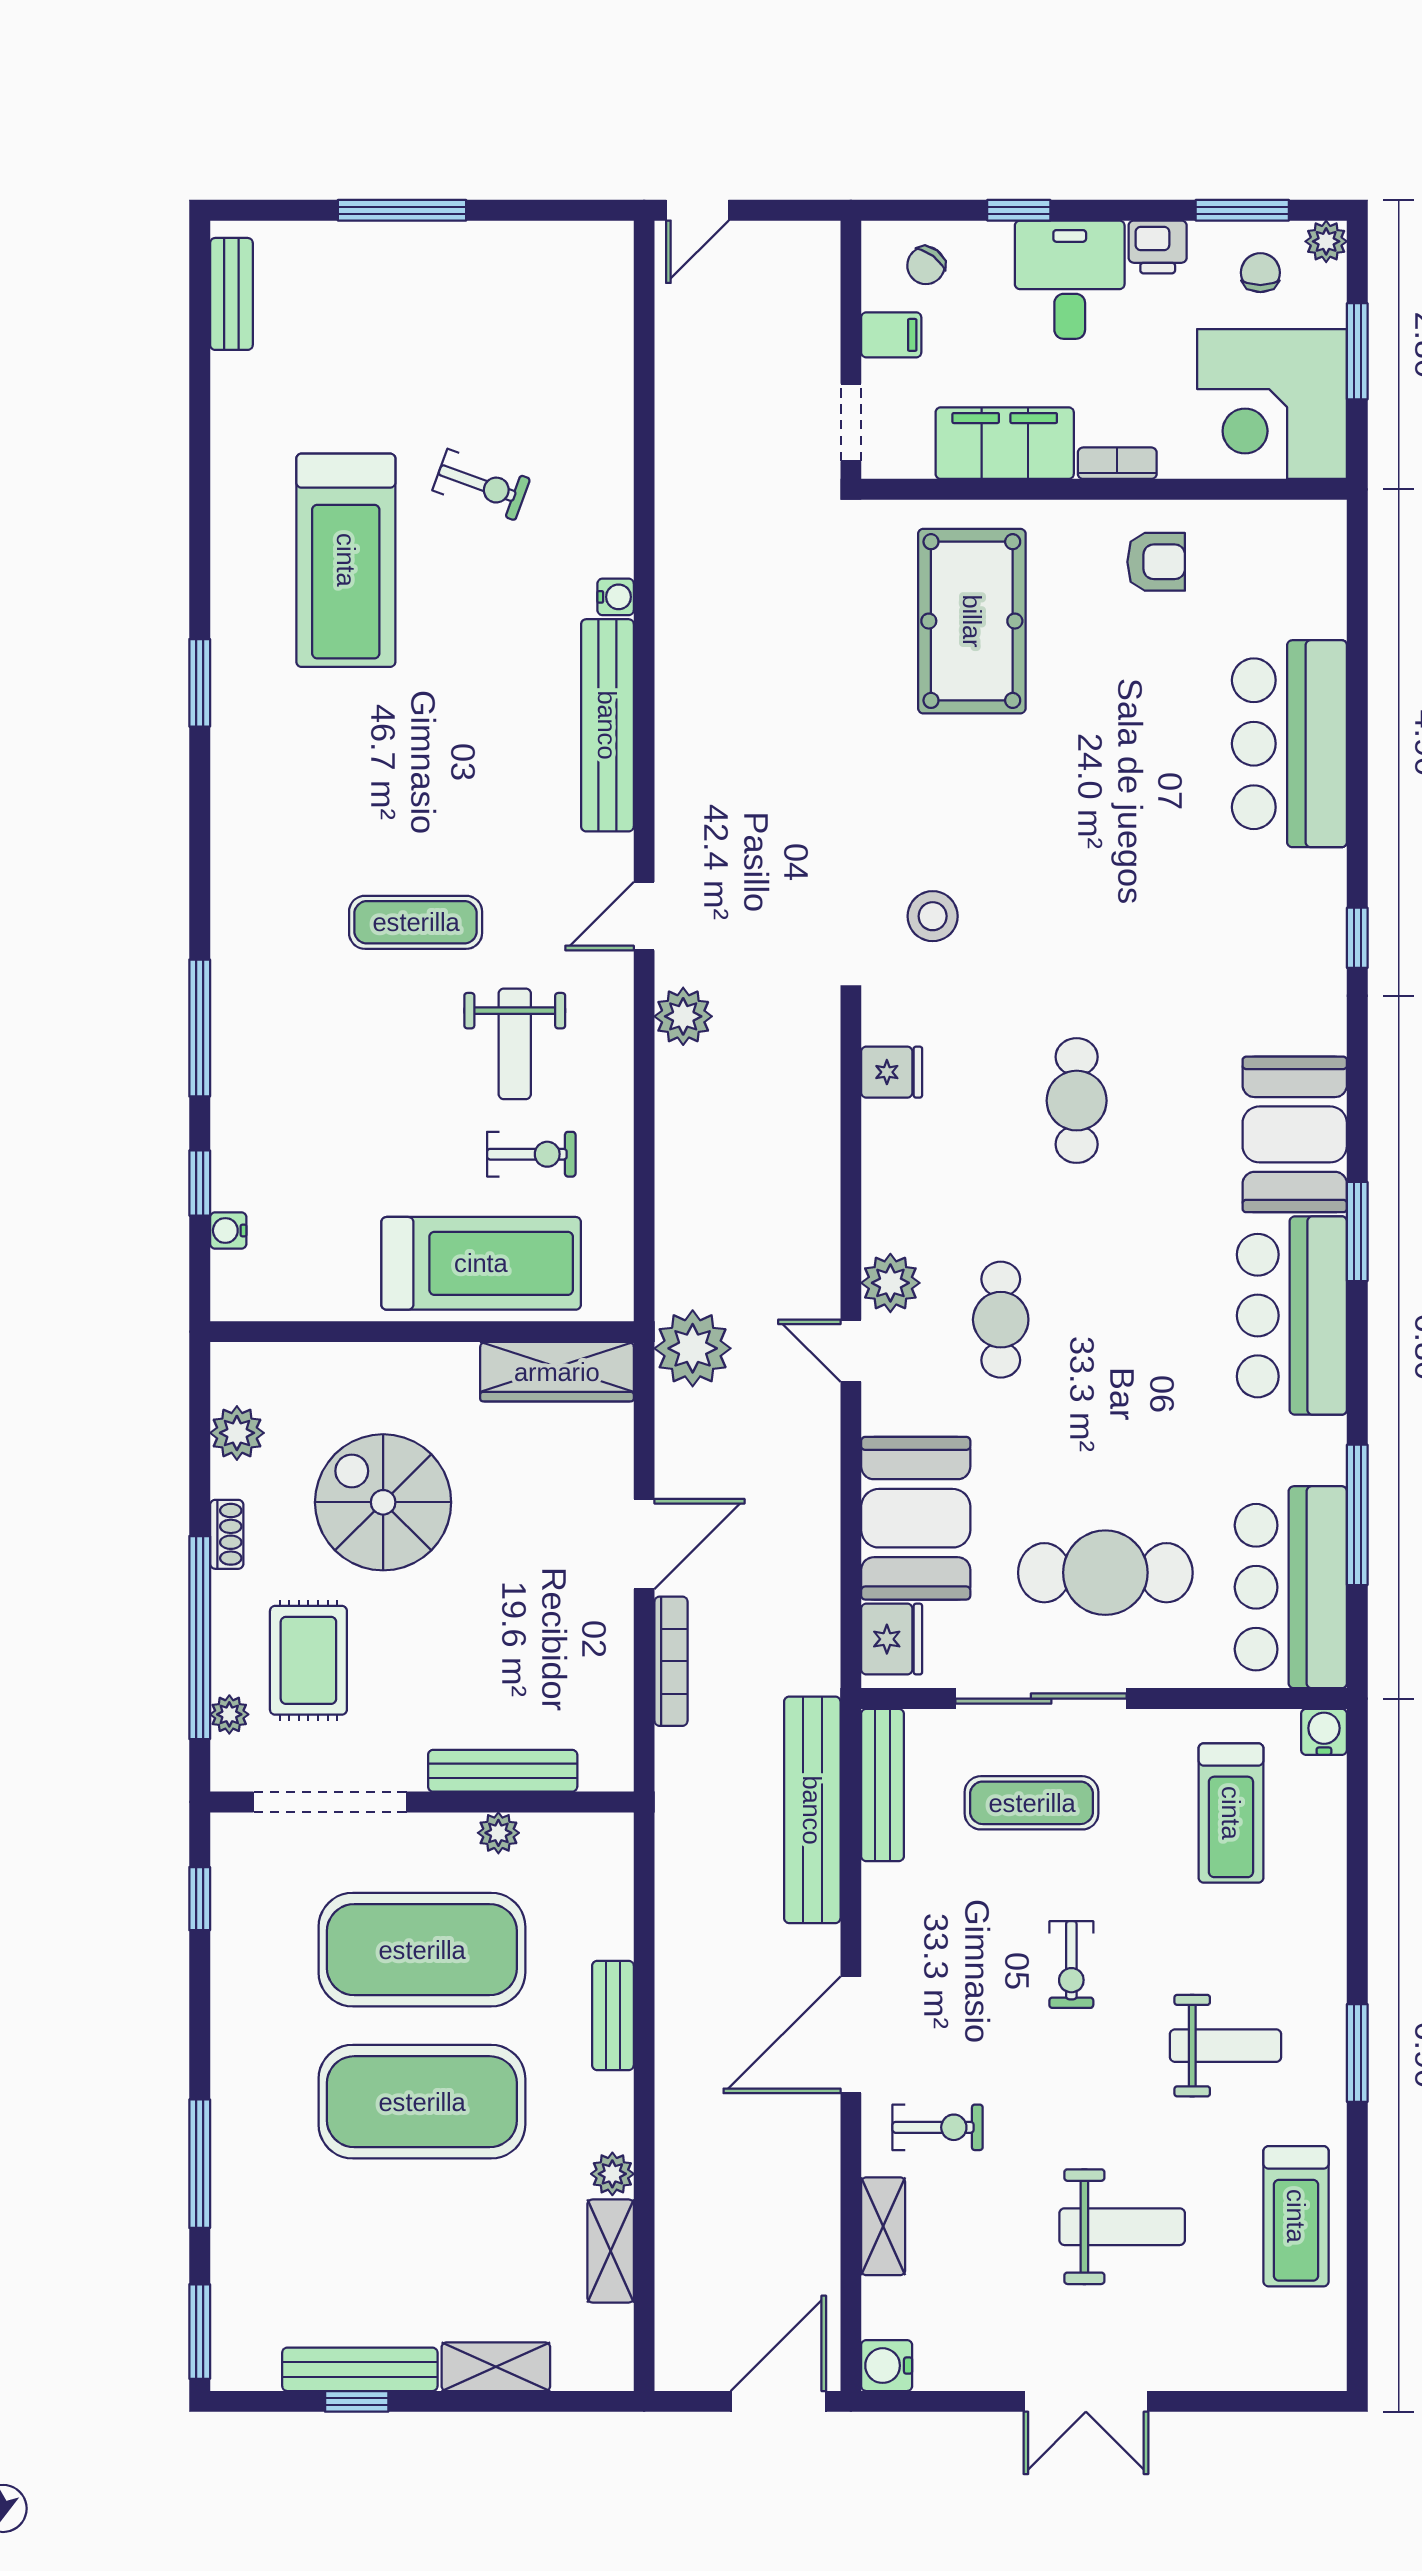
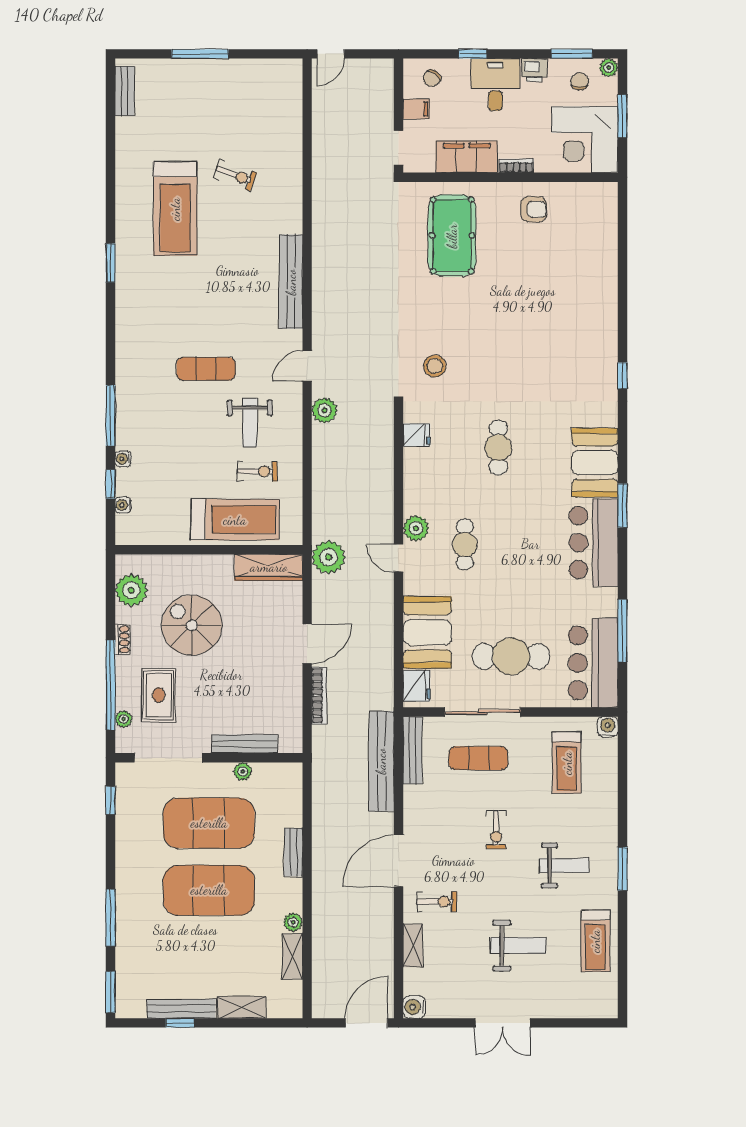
water cooler: (616, 597) -> (123, 459), moved, turned 180
bar counter: (1289, 744) -> (592, 290), removed
plant: (237, 1433) -> (131, 590), width x1.36, depth x1.36

